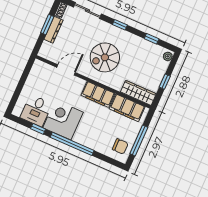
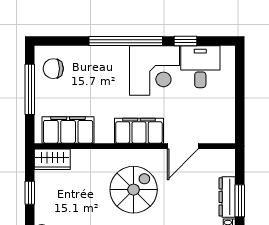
wardrobe: (138, 93) -> (52, 159), width x0.67
filing cabinet: (98, 94) -> (139, 131), moved

